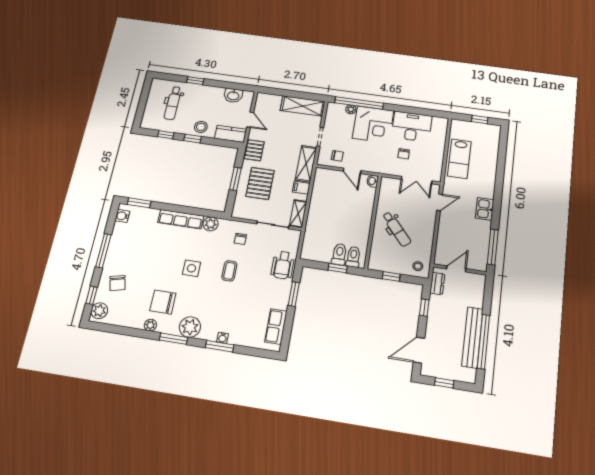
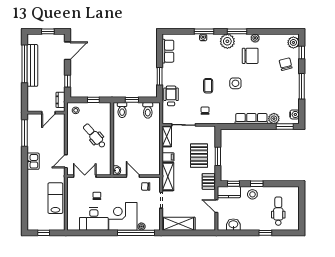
window: (166, 135) -> (234, 184), moved
plant: (211, 224) -> (274, 119), moved
toilet: (339, 254) -> (148, 110), moved

